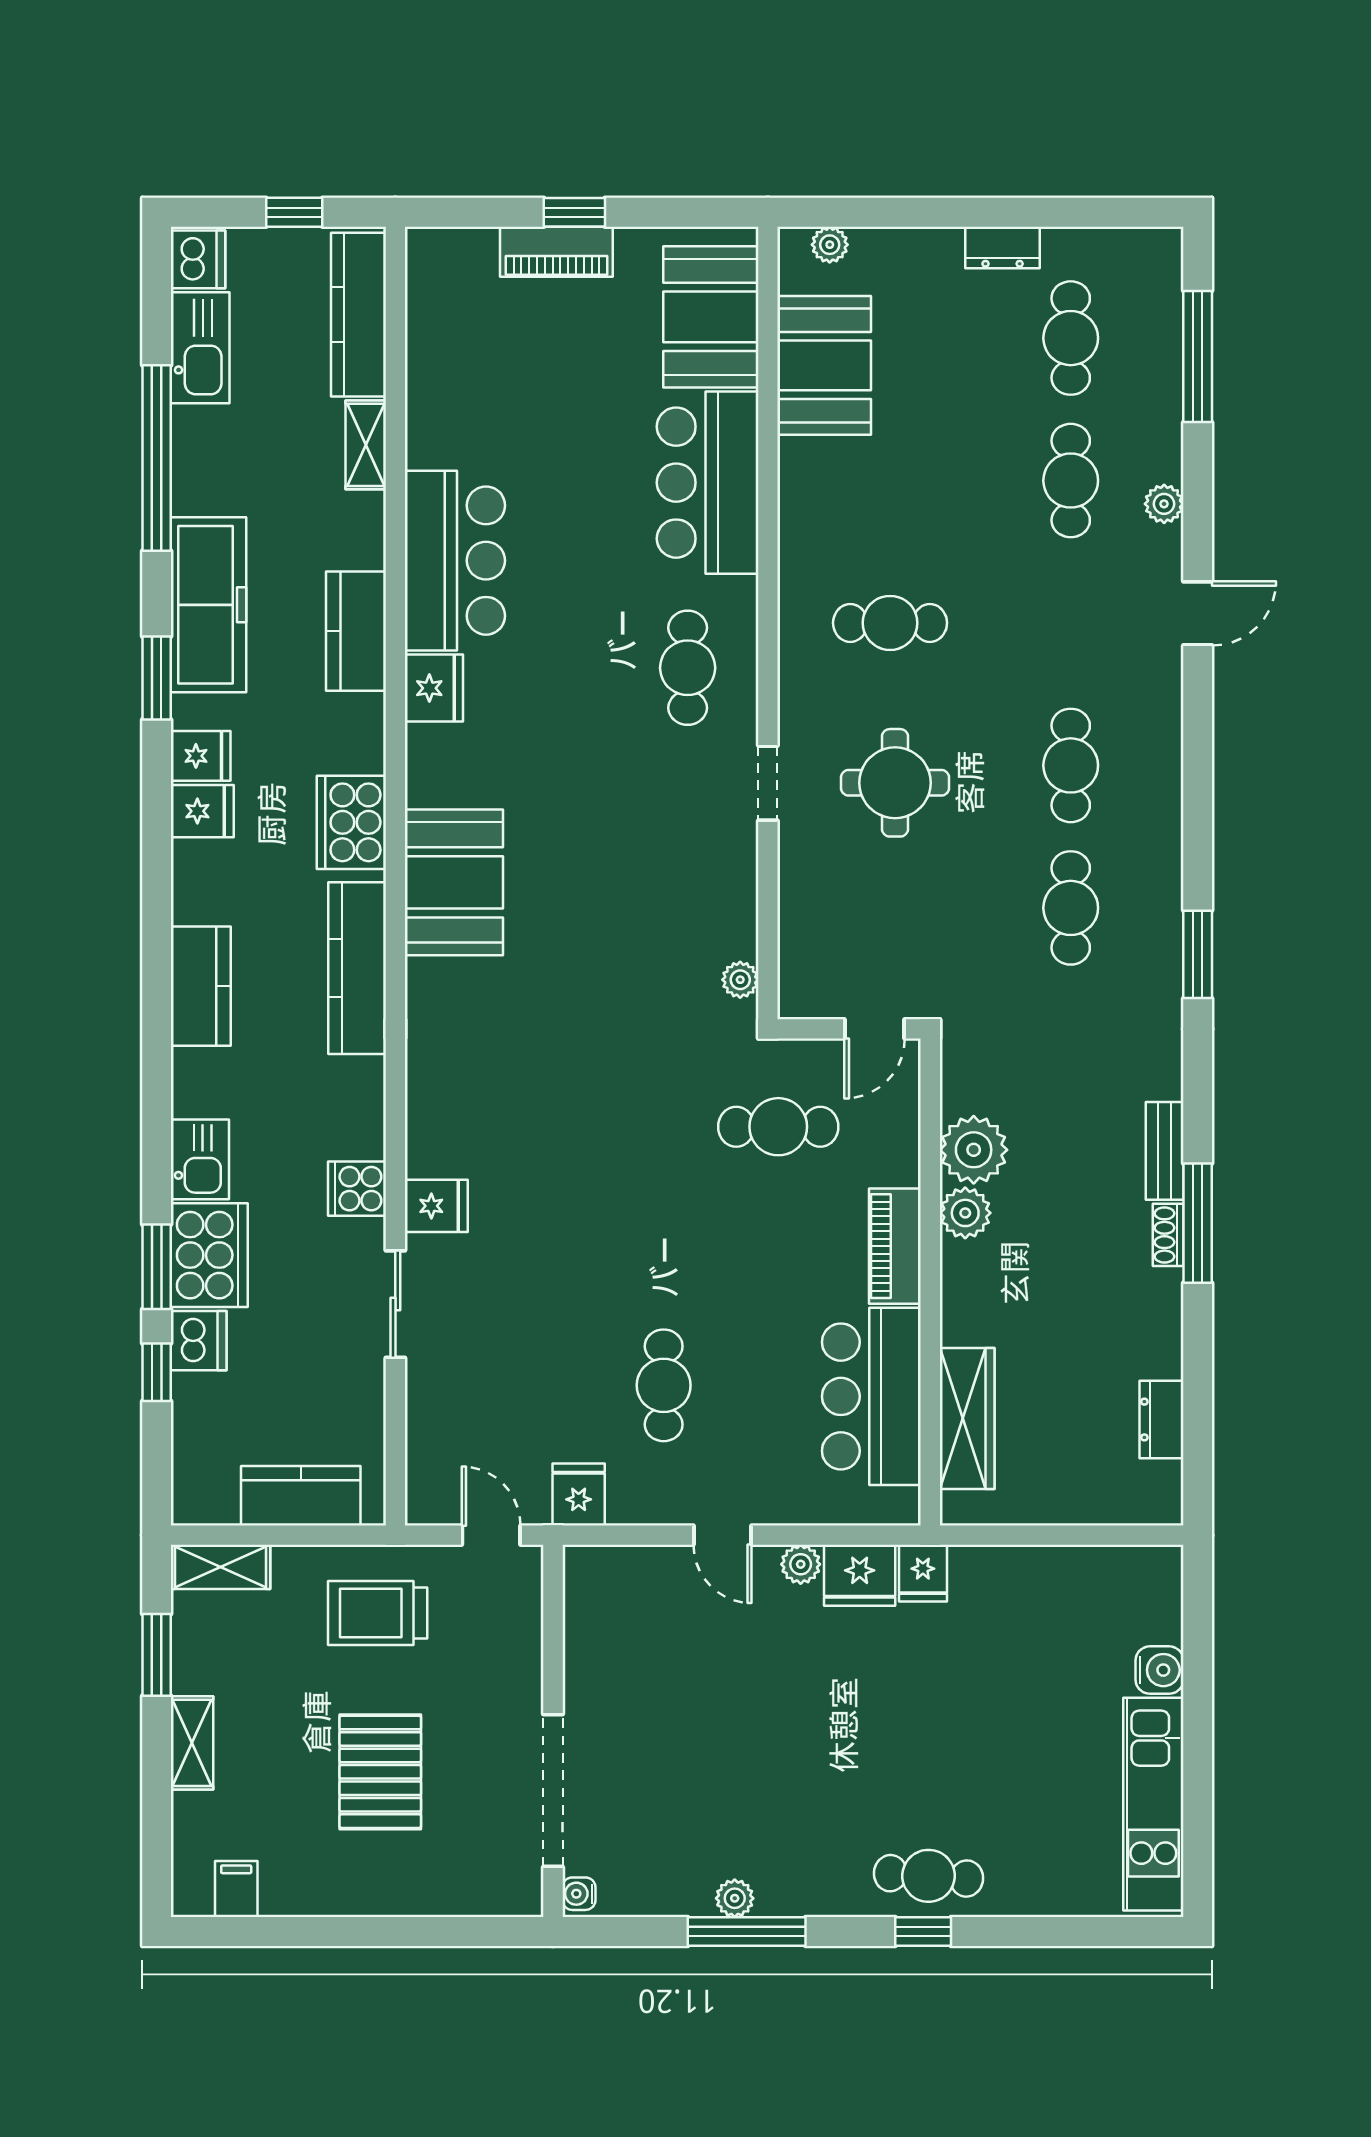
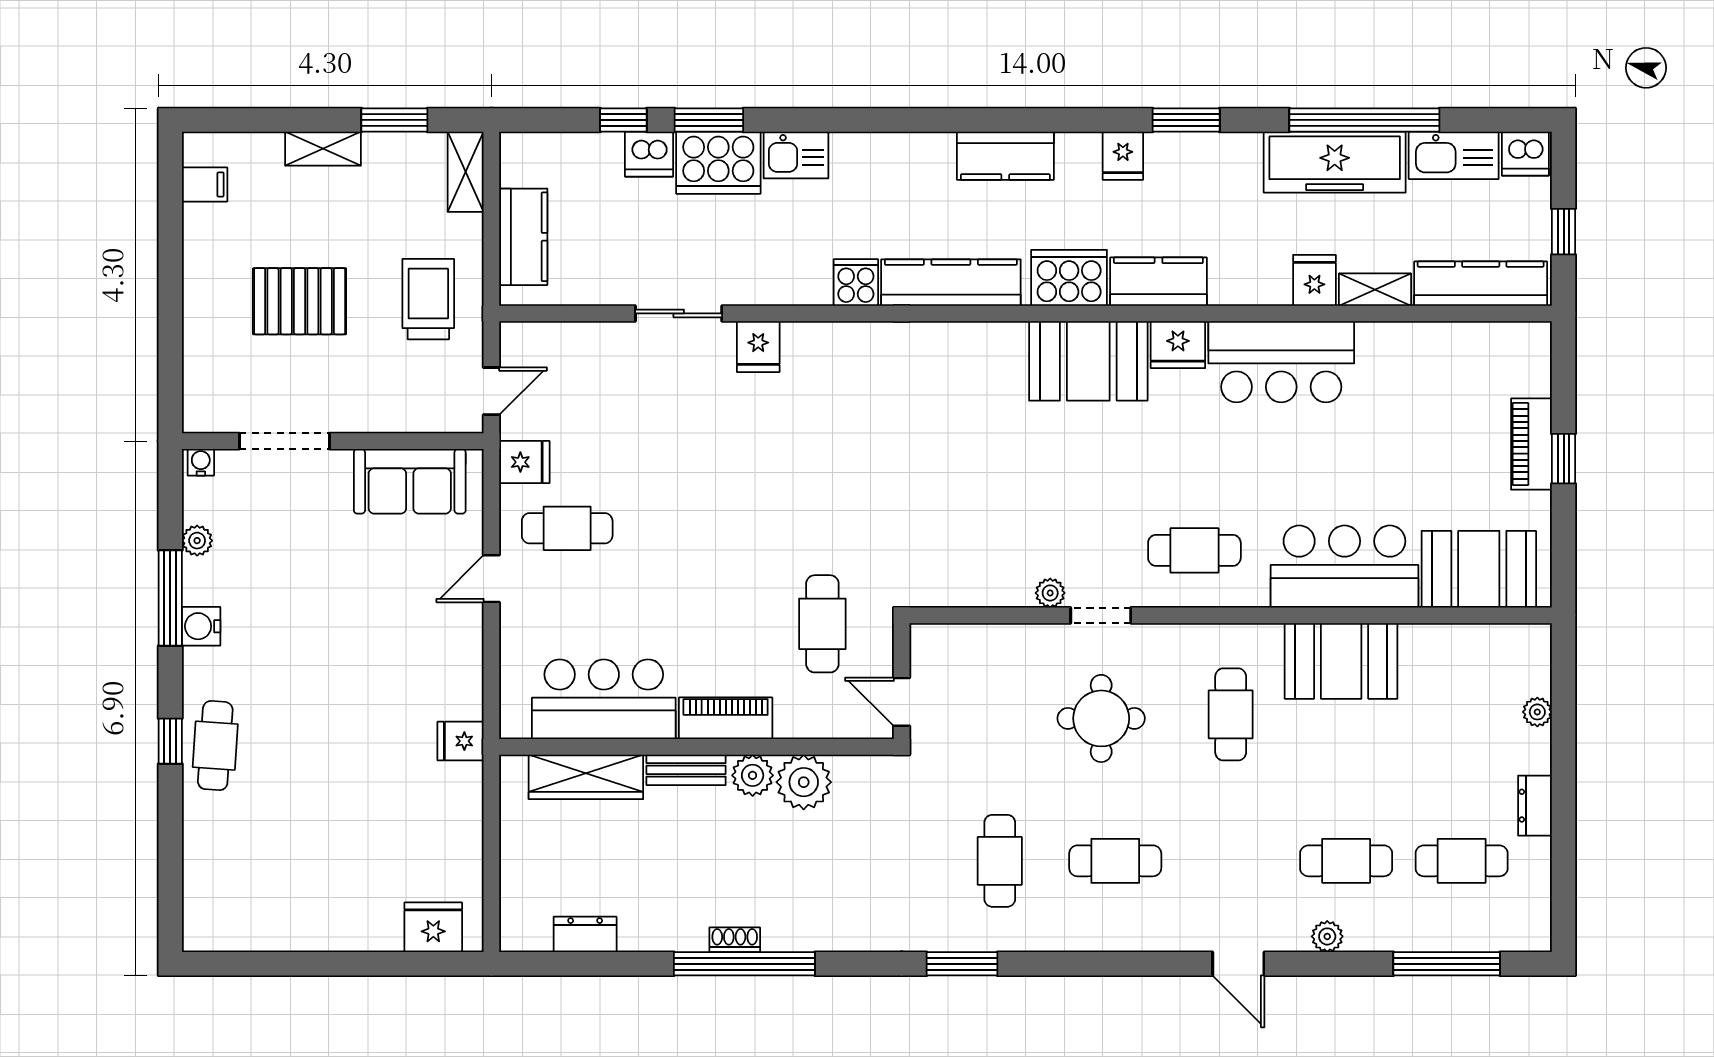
plant: (830, 245) -> (1537, 712), moved
booth: (824, 365) -> (1341, 661), moved
freezer: (209, 605) -> (1335, 162), moved
kitchen counter: (356, 631) -> (1158, 282), moved
fridge: (202, 811) -> (1314, 280), moved, turned 180
booth: (454, 882) -> (1088, 361), moved
cafe table: (1071, 908) -> (1000, 861), turned 90
plant: (740, 980) -> (1050, 593), moved
kitchen counter: (201, 986) -> (1005, 156), moved
bench: (1165, 1151) -> (686, 770), moved
cooker: (357, 1189) -> (856, 282), moved
window: (1198, 1223) -> (744, 964), width x1.46
cafe table: (664, 1385) -> (567, 528), moved
plant: (801, 1564) -> (468, 642), removed
fridge: (860, 1575) -> (433, 927), moved, turned 90
sofa: (602, 1636) -> (410, 481), added
water cooler: (1159, 1670) -> (201, 626), moved, turned 90
doorway: (553, 1790) -> (284, 441), width x0.73
kitchen unit: (1153, 1804) -> (273, 928), removed
plant: (735, 1898) -> (197, 541), moved

